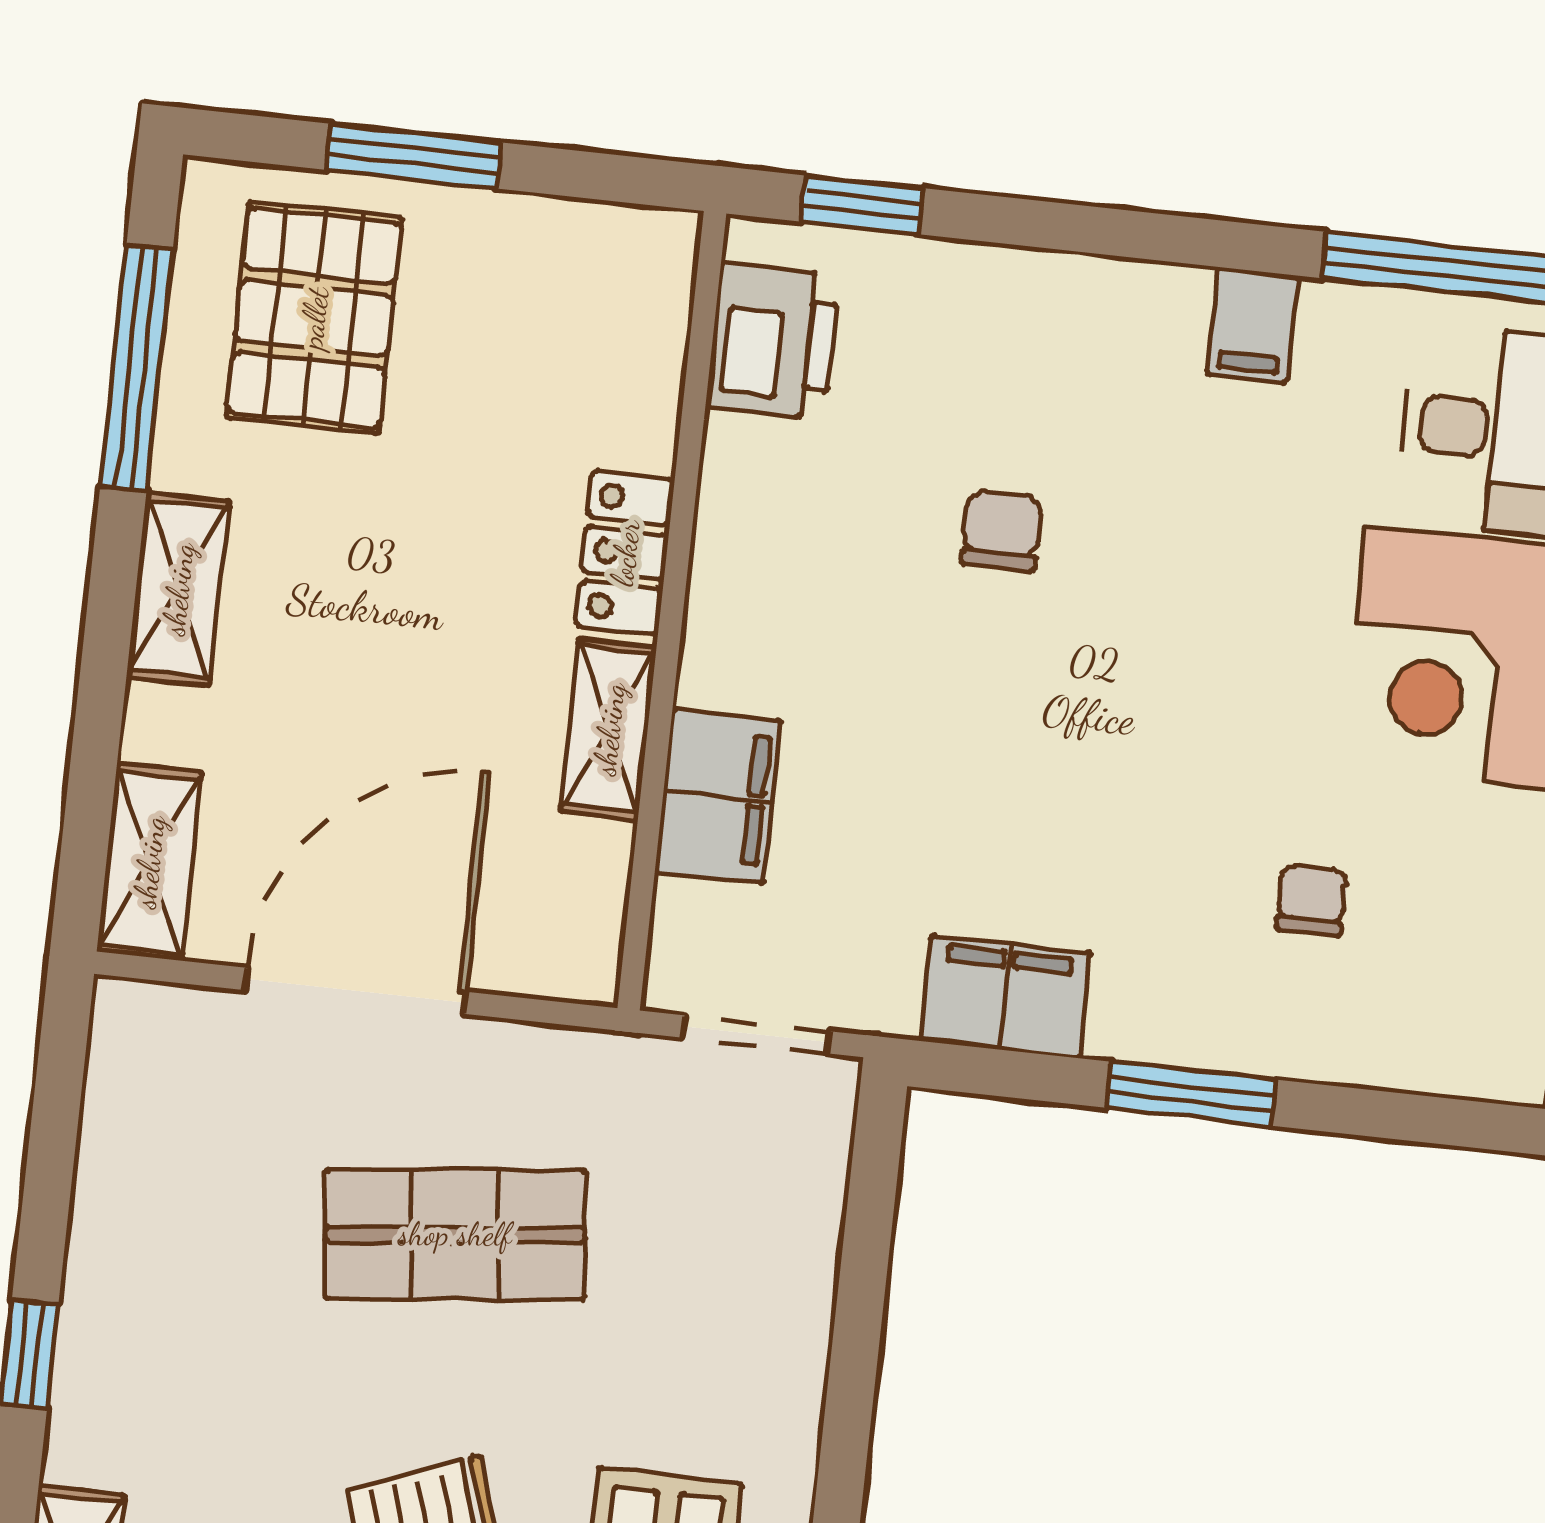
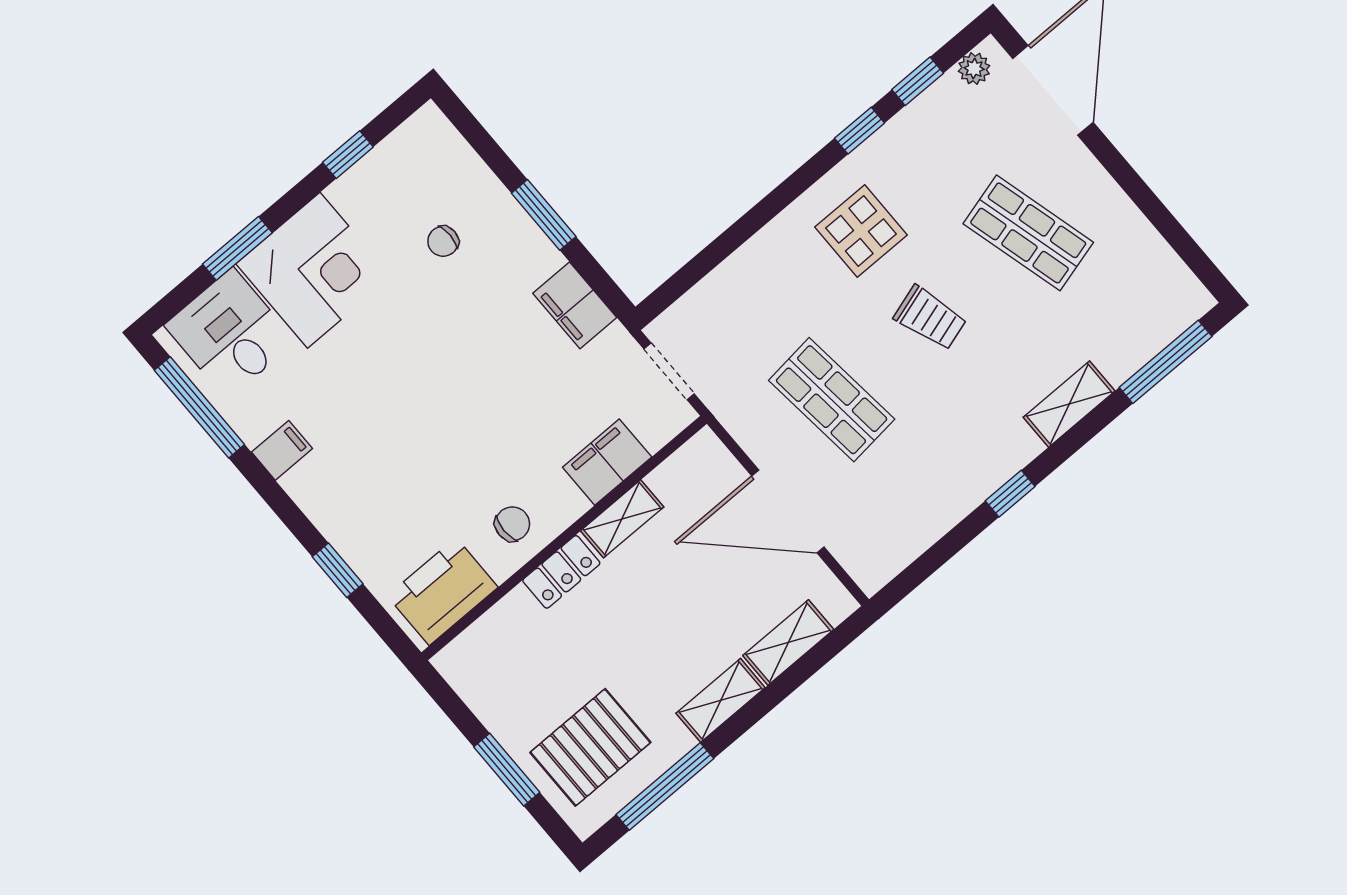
window: (862, 205) -> (338, 570), moved
printer: (773, 341) -> (443, 592), width x1.37, depth x1.19
chair: (1002, 531) -> (512, 524), moved, turned 180
shelving: (149, 862) -> (788, 642), moved

